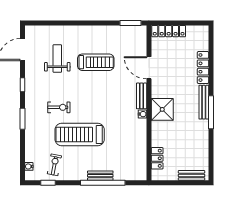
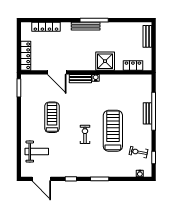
weight bench: (57, 59) -> (37, 152), moved, turned 180
door: (149, 68) -> (57, 72), hinge flipped
locker: (203, 68) -> (46, 27), moved
exercise bike: (59, 107) -> (85, 134), moved
shower: (162, 109) -> (105, 61), moved
treadmill: (80, 135) -> (113, 131), turned 180

